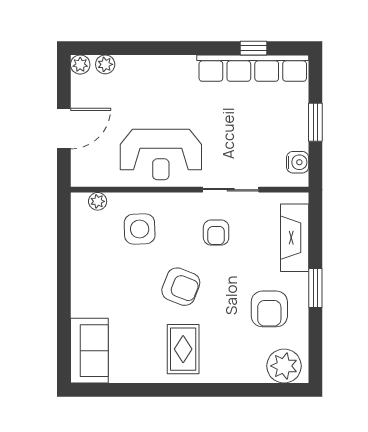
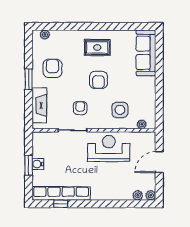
water cooler: (298, 162) -> (38, 164), moved
armchair: (181, 287) -> (98, 80), turned -111
rug: (183, 349) -> (97, 47), turned 90
sofa: (89, 351) -> (146, 53), width x1.36
plant: (284, 366) -> (45, 35), width x0.53, depth x0.53

